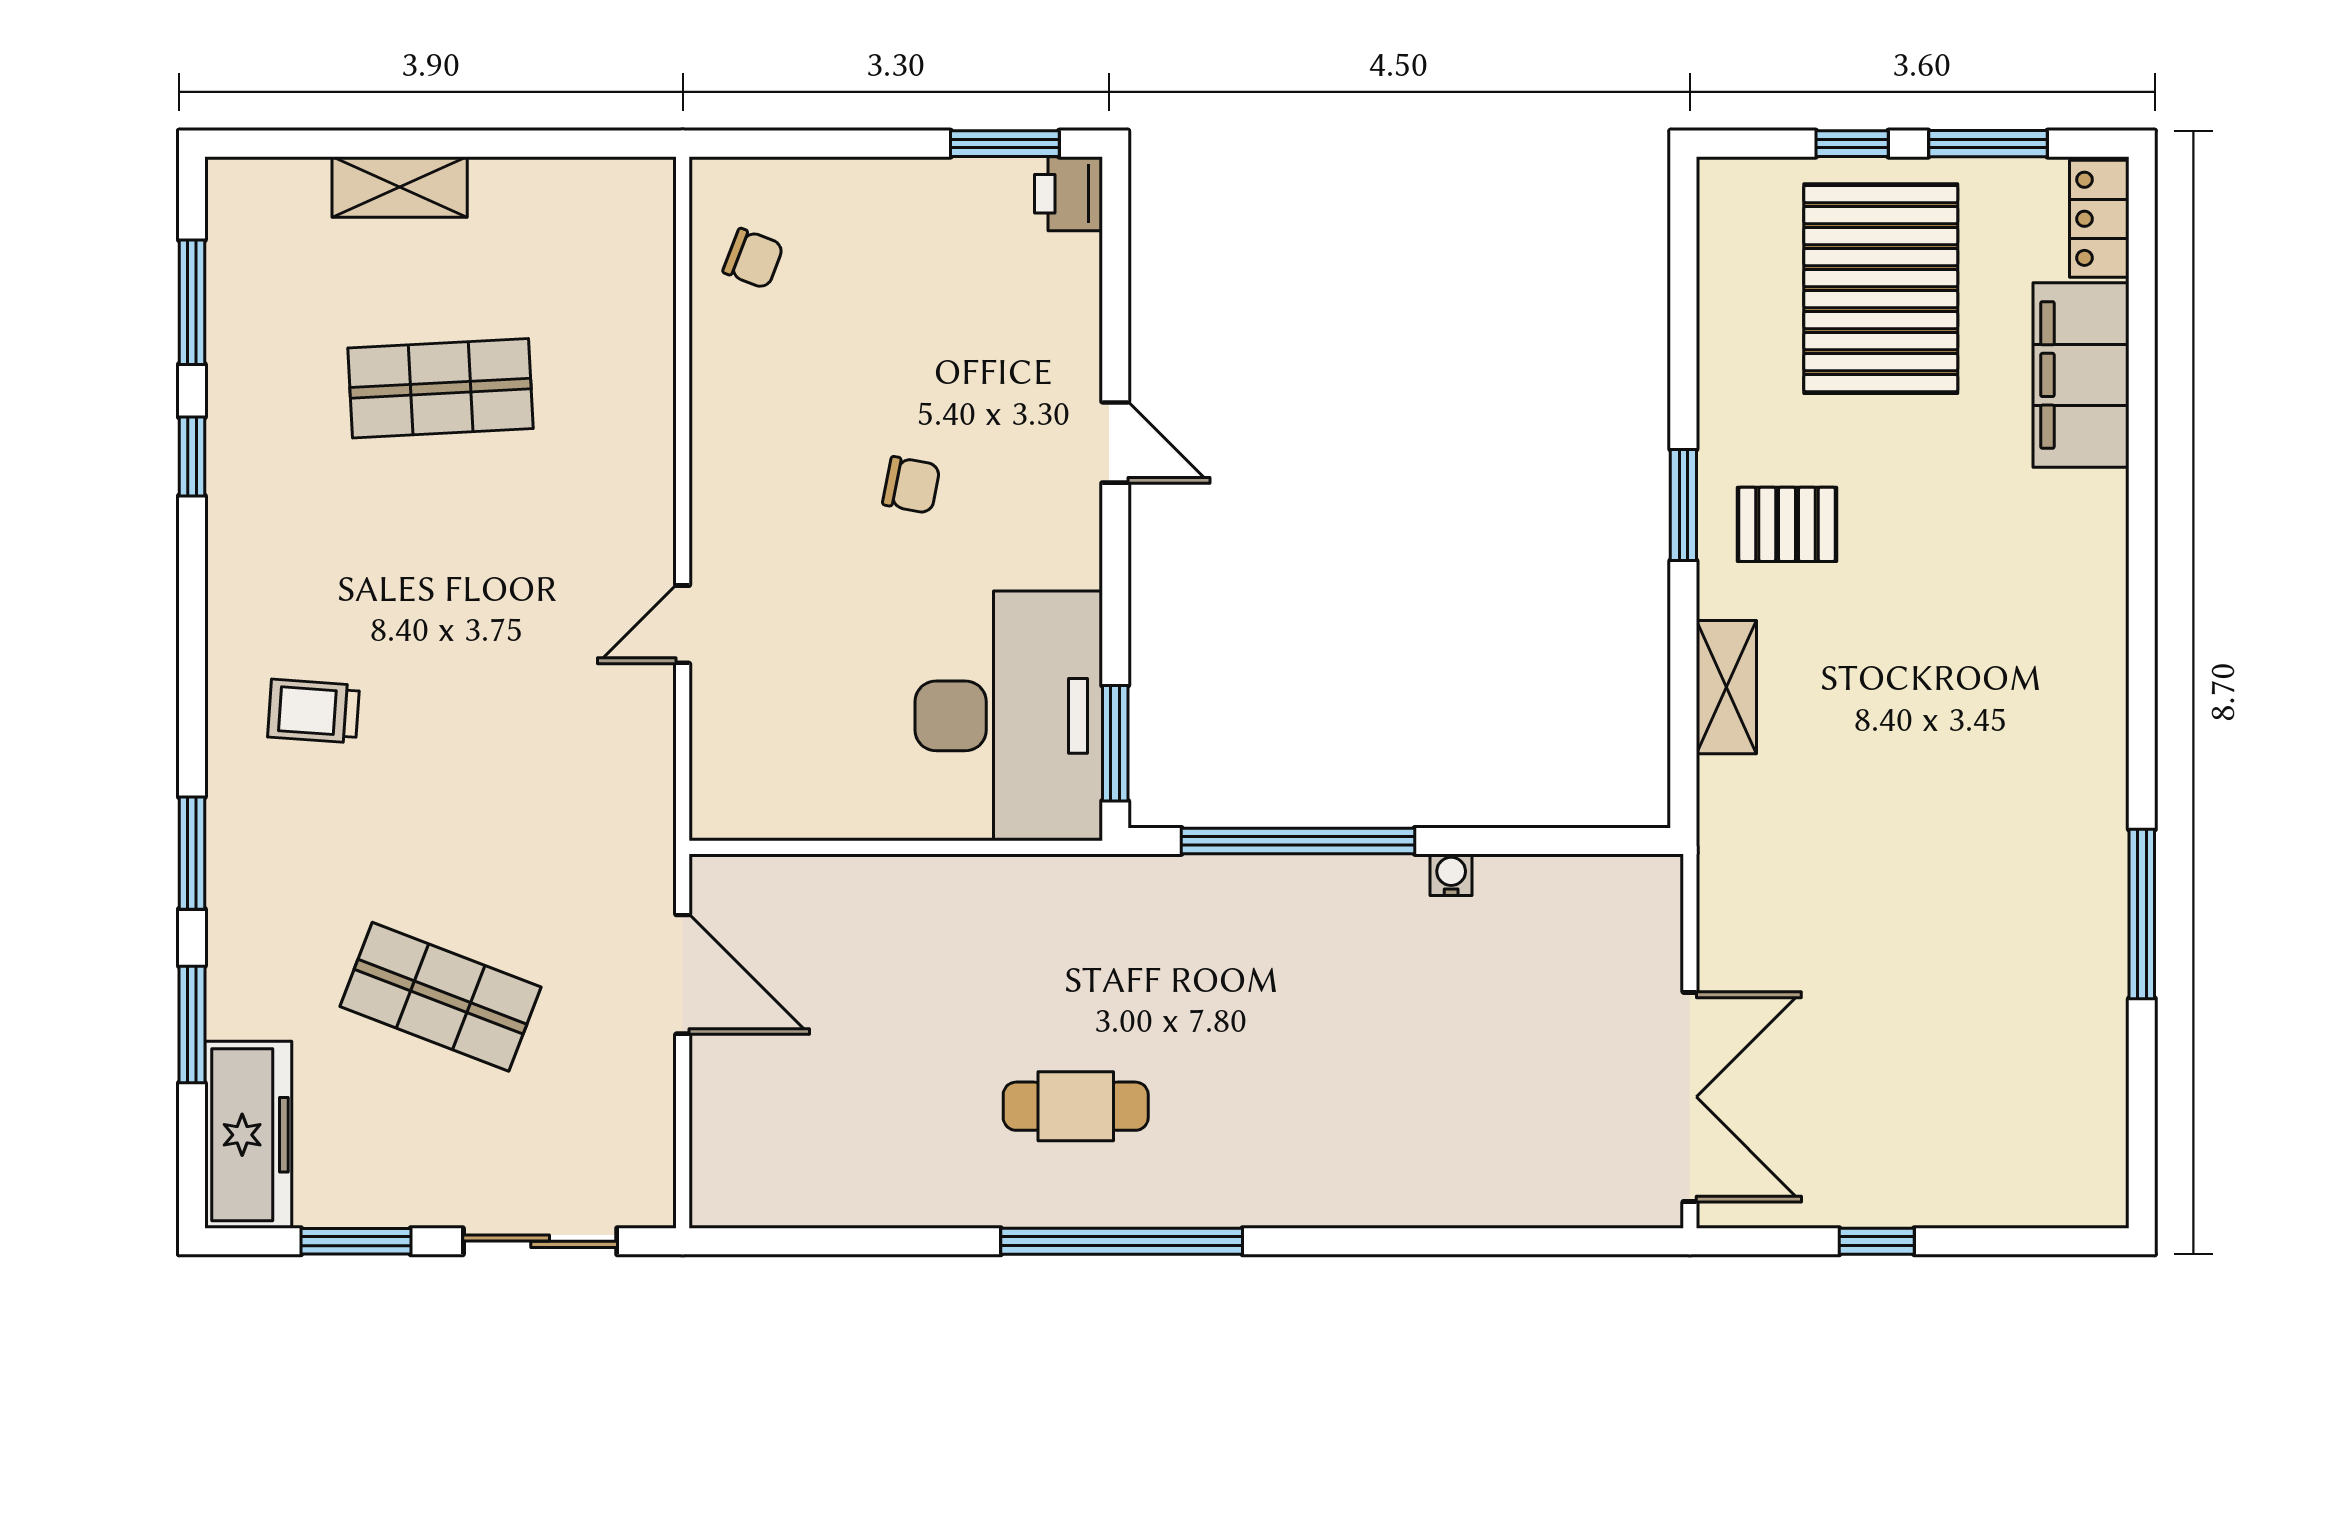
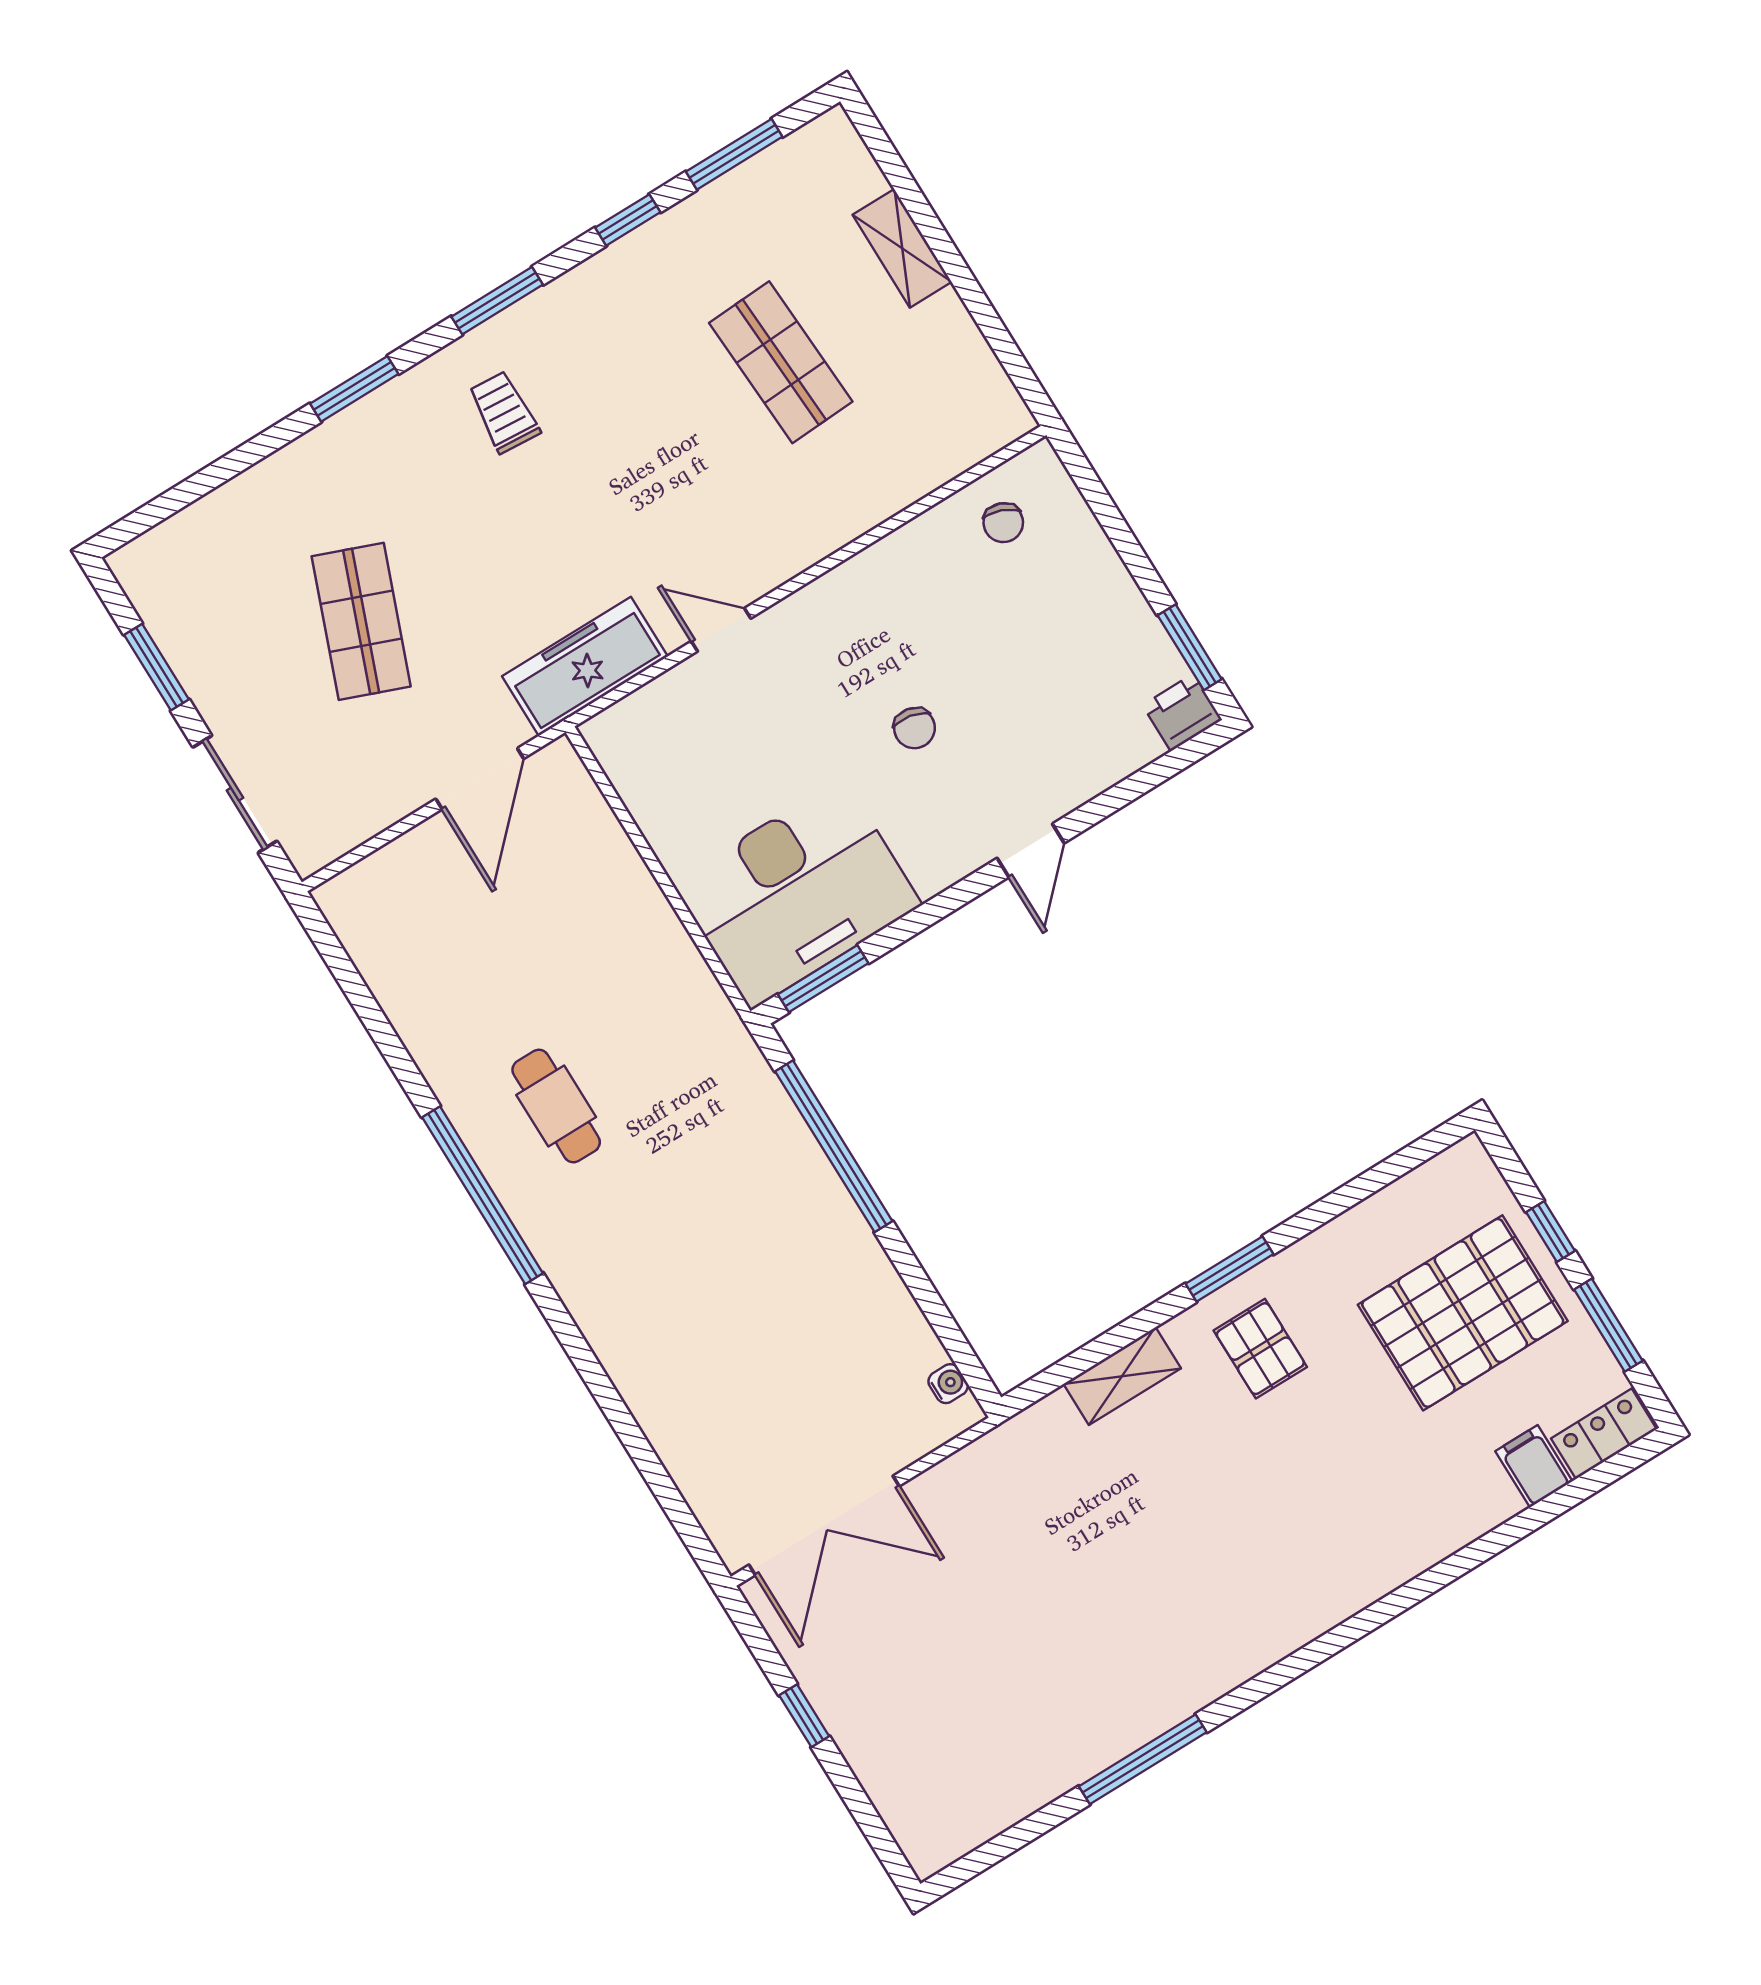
filing cabinet: (2081, 375) -> (1534, 1466), width x0.33, depth x0.86
water cooler: (1451, 875) -> (948, 1384), moved
window: (192, 1025) -> (497, 301), moved
freezer: (248, 1135) -> (585, 666), moved, turned 180

